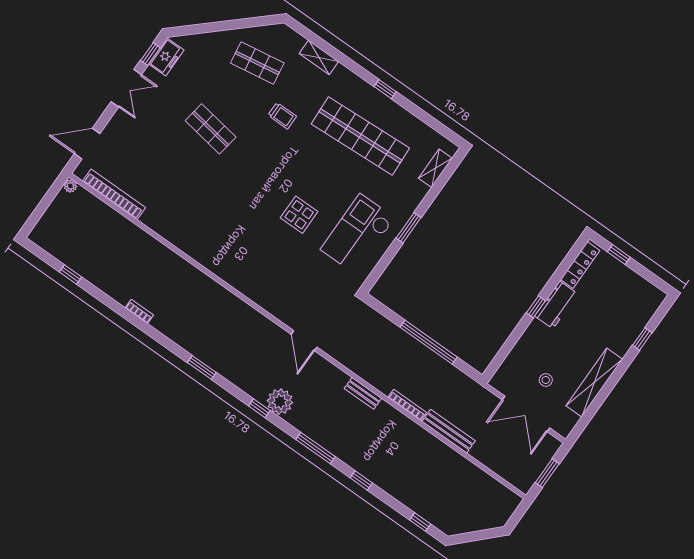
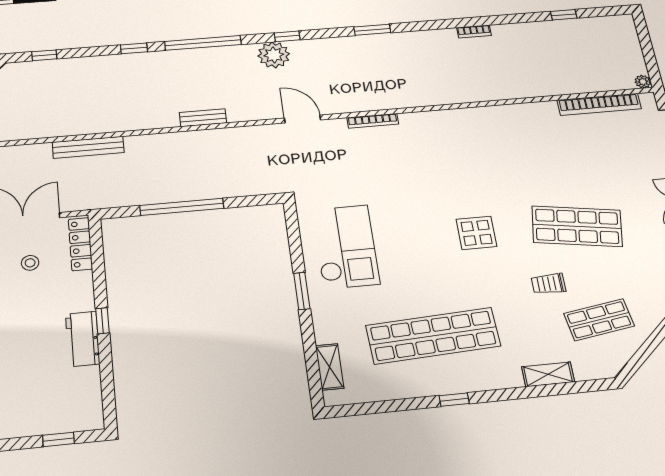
trolley: (282, 116) -> (548, 284), moved
shop shelf: (211, 129) -> (577, 226), width x1.43, depth x1.36
display table: (299, 215) -> (477, 233), moved
locker: (580, 265) -> (80, 244), moved
bookcase: (407, 405) -> (373, 121), moved
window: (315, 448) -> (203, 43), width x1.46

